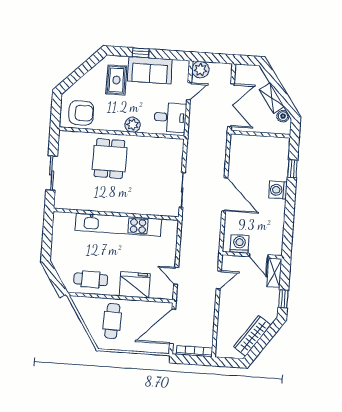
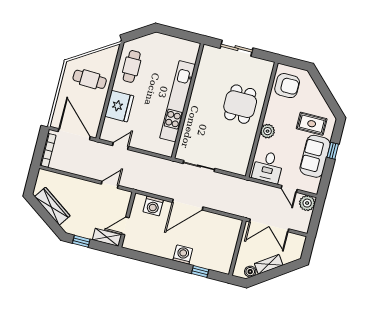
armchair: (81, 113) -> (287, 86), turned -90
dining table: (110, 159) -> (240, 104), turned 90
washing machine: (239, 244) -> (153, 206), moved, turned 90
door: (219, 280) -> (110, 185), swing flipped

